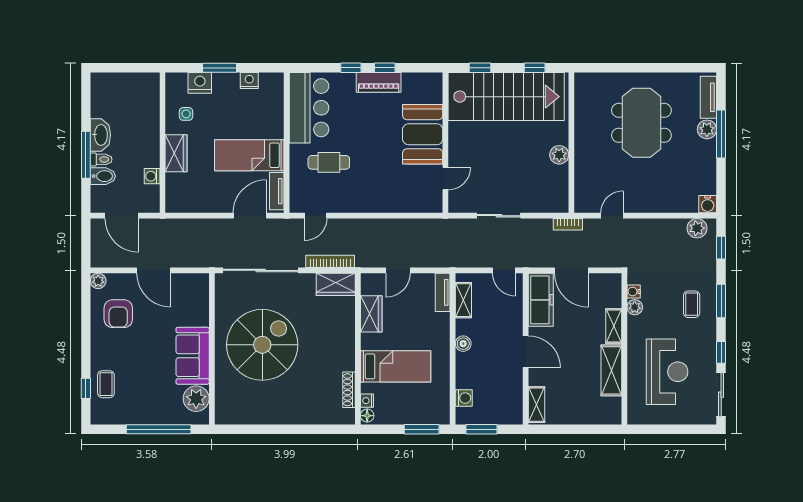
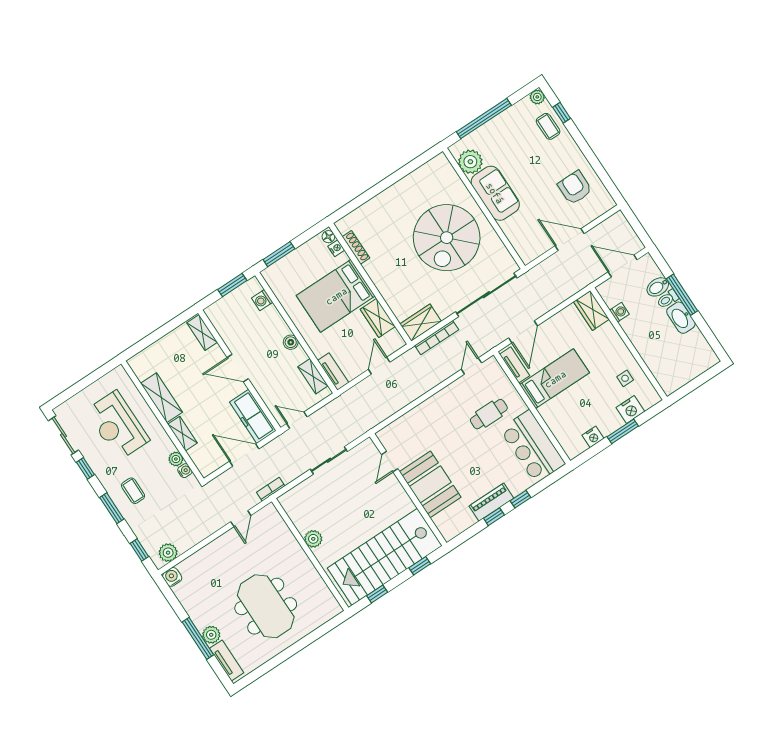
wardrobe: (176, 153) -> (591, 310), moved
plant: (98, 281) -> (537, 97), moved
bed: (396, 366) -> (336, 296), width x1.50

